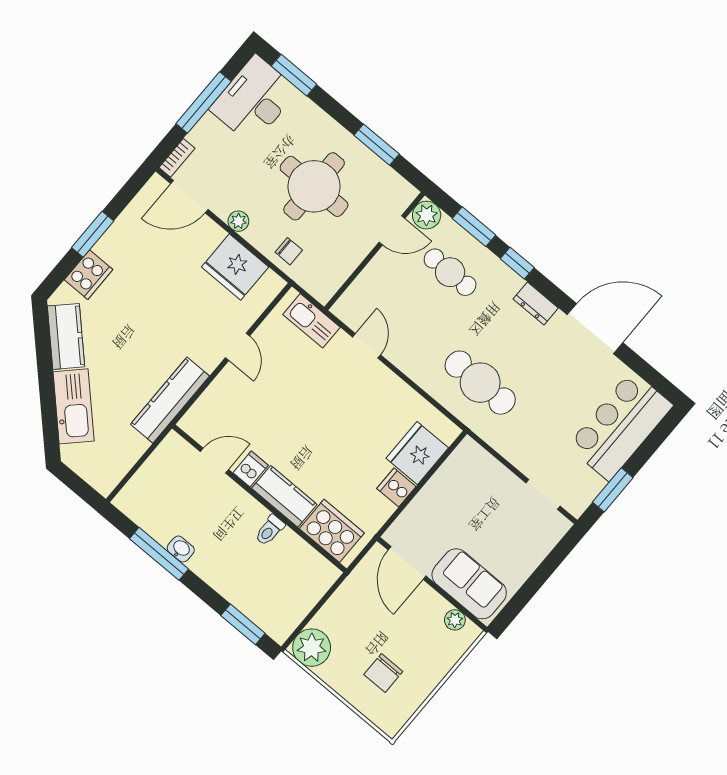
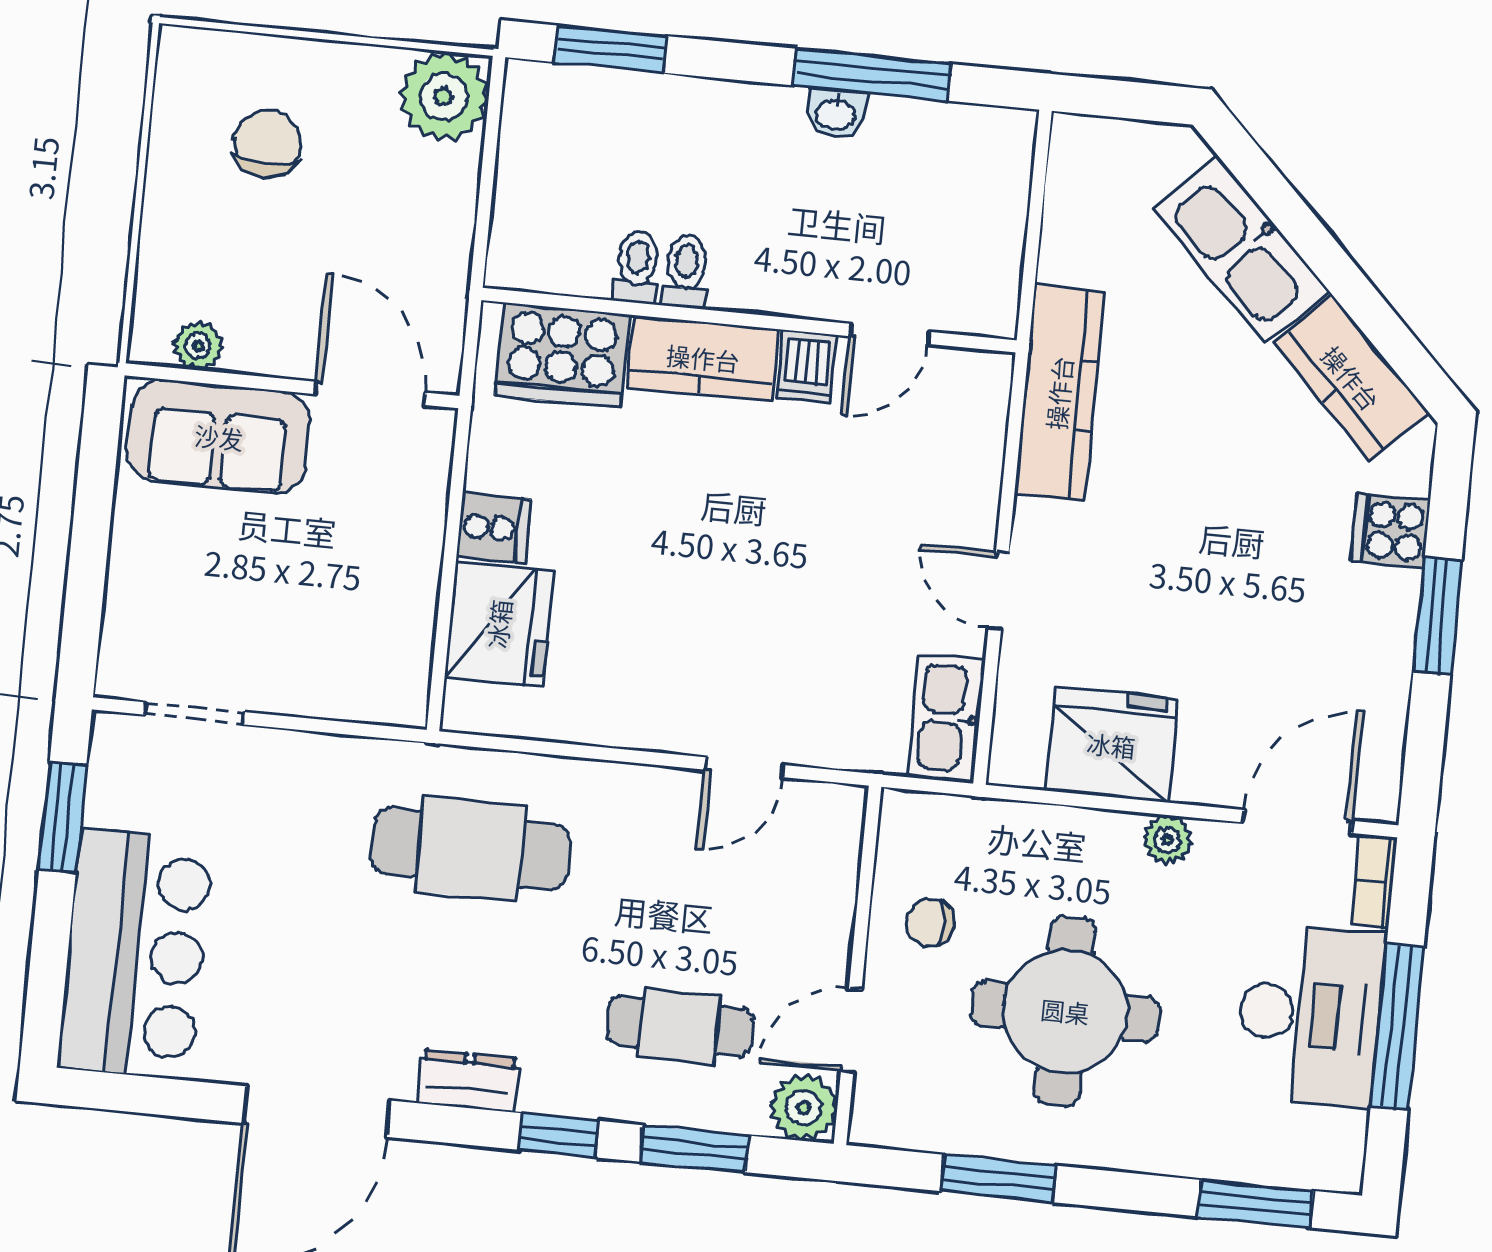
desk: (254, 100) -> (1310, 1015), moved
chair: (289, 251) -> (930, 923), moved
cooker: (89, 275) -> (1391, 531), width x0.73
kitchen sink: (311, 321) -> (947, 718), moved, turned -90
door: (367, 346) -> (744, 767), hinge flipped
toilet: (285, 543) -> (637, 267), added

